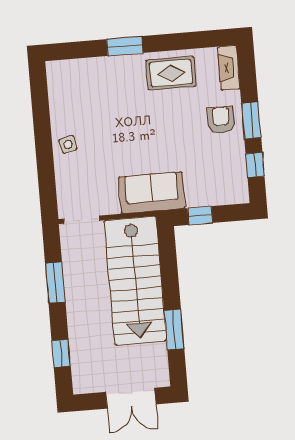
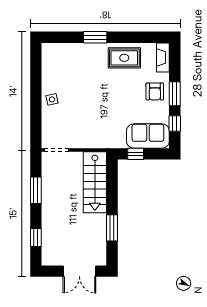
armchair: (221, 120) -> (155, 92), turned 180
sofa: (152, 193) -> (148, 136), moved
stairs: (135, 281) -> (95, 182), width x0.73, depth x0.66

